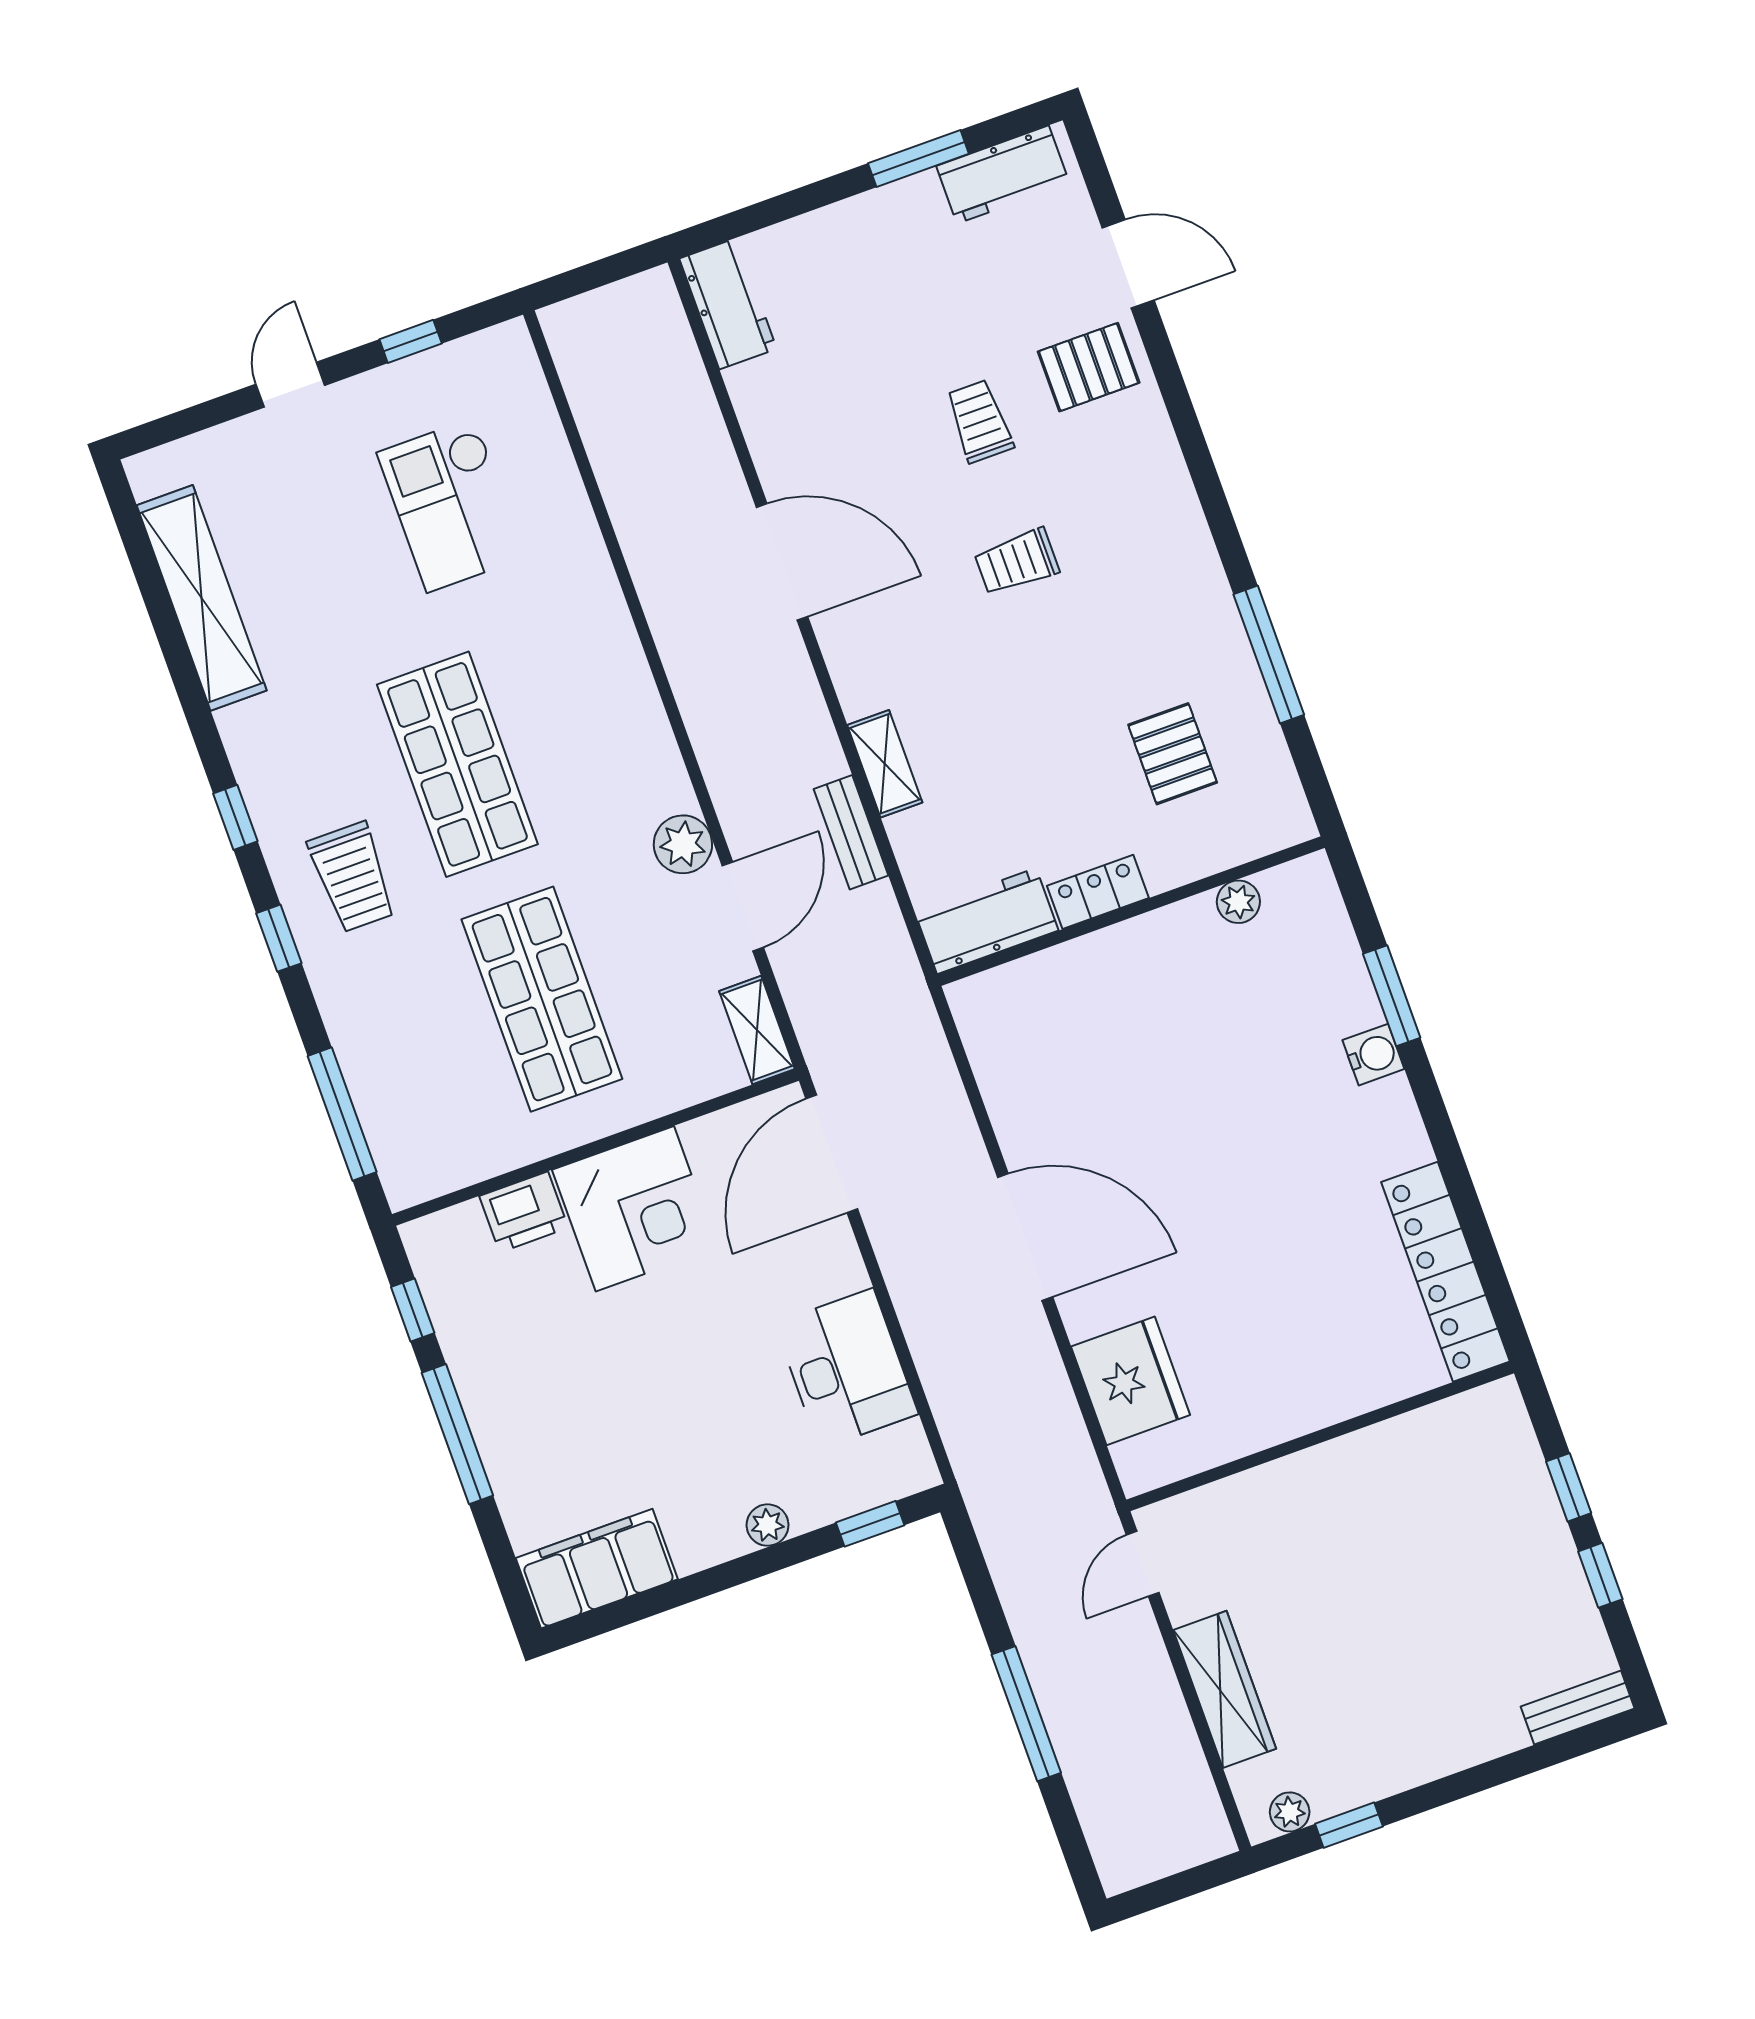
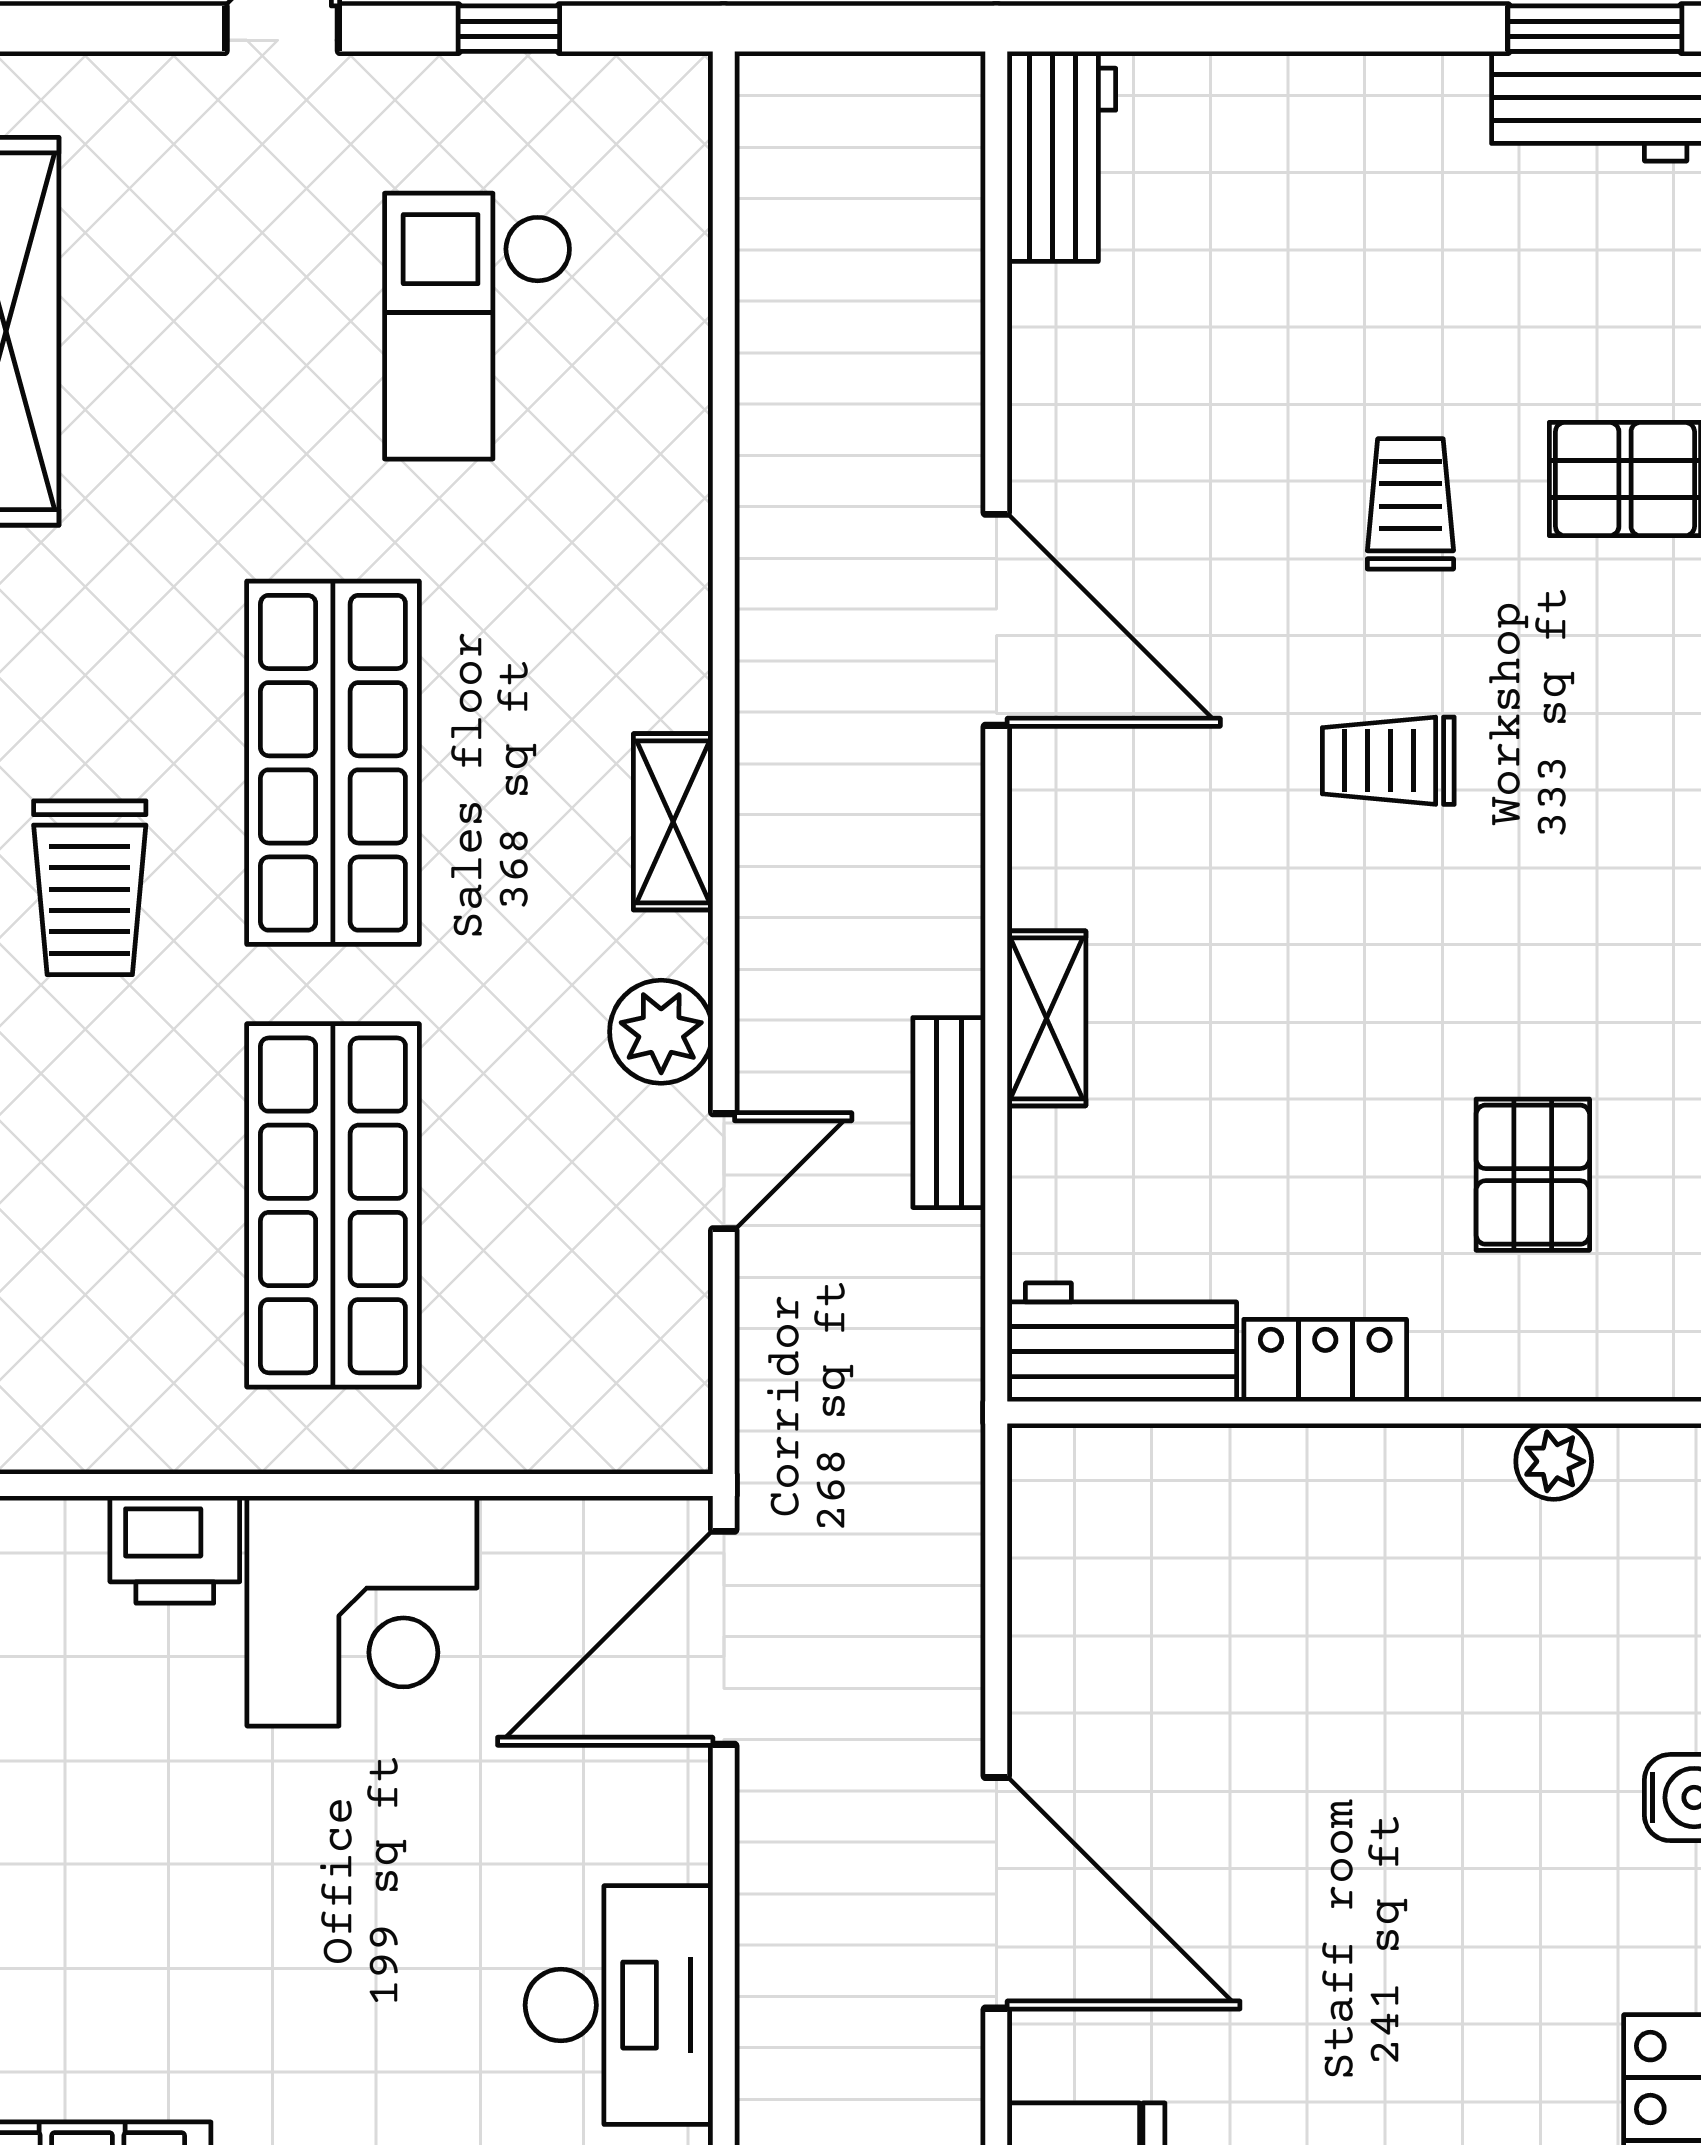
window: (918, 159) -> (1595, 29), moved
door: (743, 906) -> (724, 1171), width x0.73
shelving: (757, 1030) -> (673, 822), moved

